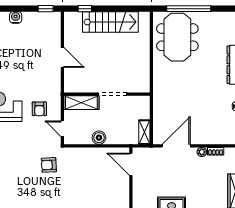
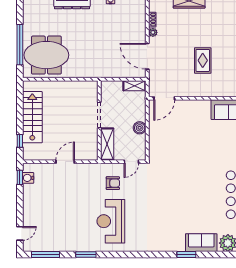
water cooler: (16, 17) -> (28, 178), moved
armchair: (49, 165) -> (165, 174), removed

